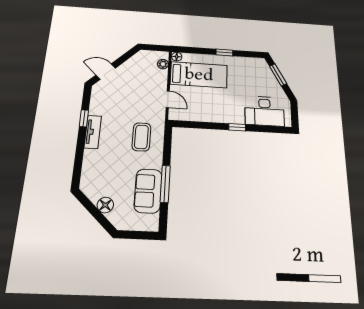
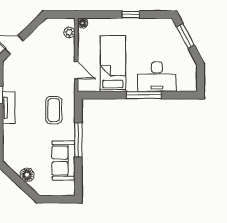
bed: (199, 75) -> (113, 64), moved, turned -90
desk: (265, 111) -> (157, 77), moved
window: (237, 127) -> (144, 95), width x2.17
window: (165, 184) -> (78, 140), moved

